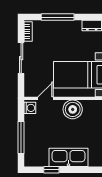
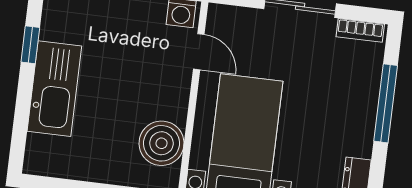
boiler: (73, 109) -> (161, 143), moved

